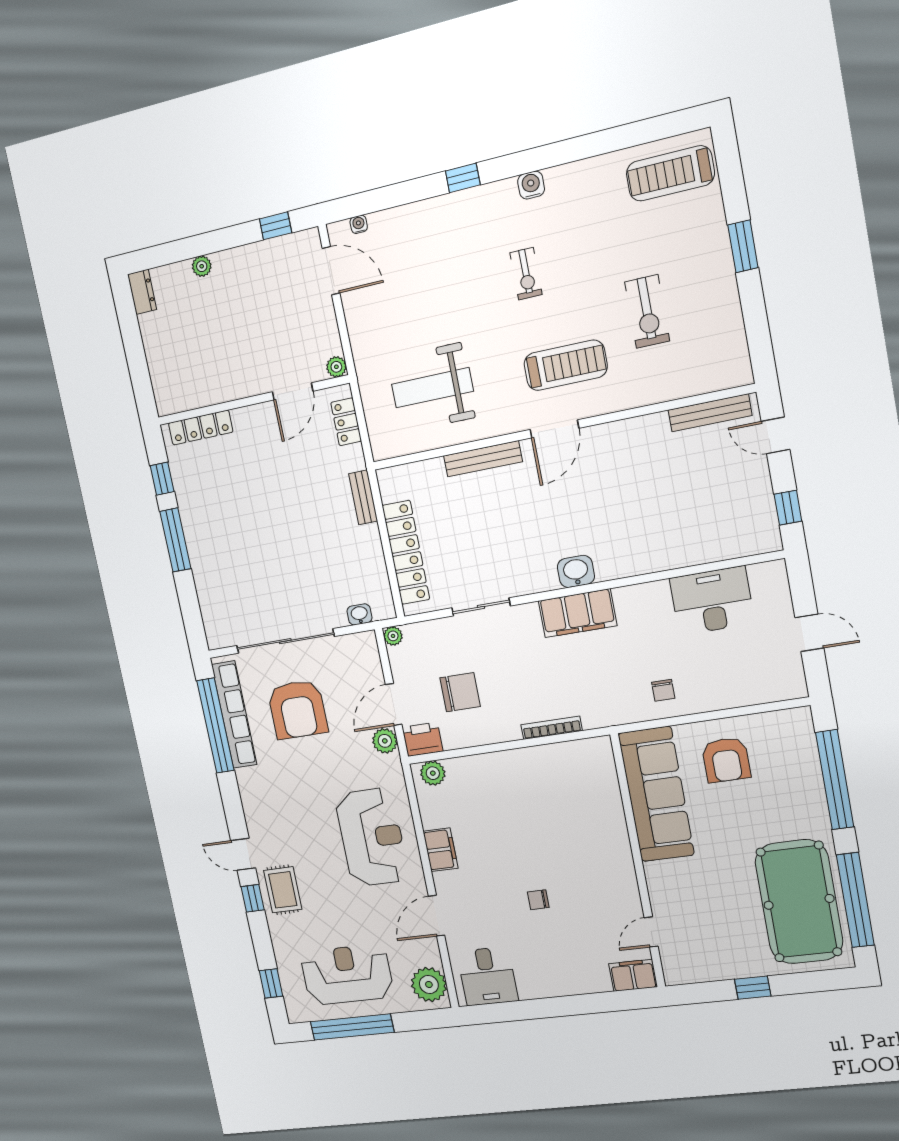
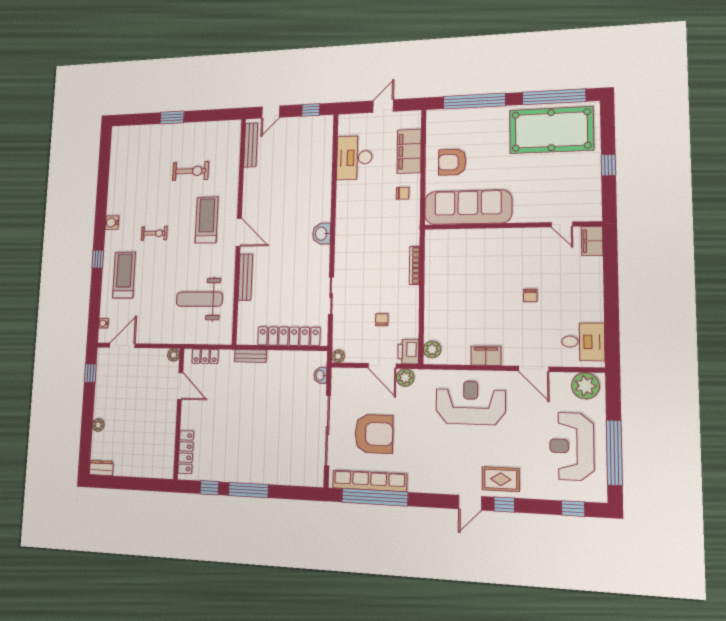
treadmill: (670, 173) -> (124, 275), moved, turned 180
weight bench: (432, 388) -> (199, 299), turned 90
filing cabinet: (578, 613) -> (409, 151), moved, turned 180
chair: (460, 692) -> (382, 320), width x0.54, depth x0.54
armchair: (726, 760) -> (452, 162), turned 180

